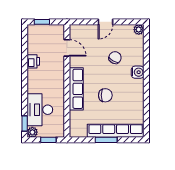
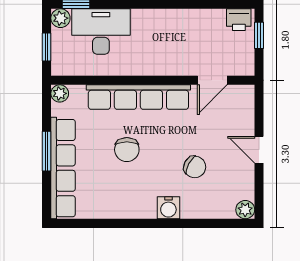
printer: (33, 61) -> (239, 20), moved
row of seats: (76, 89) -> (138, 97), width x1.36
plant: (74, 133) -> (60, 93), added

